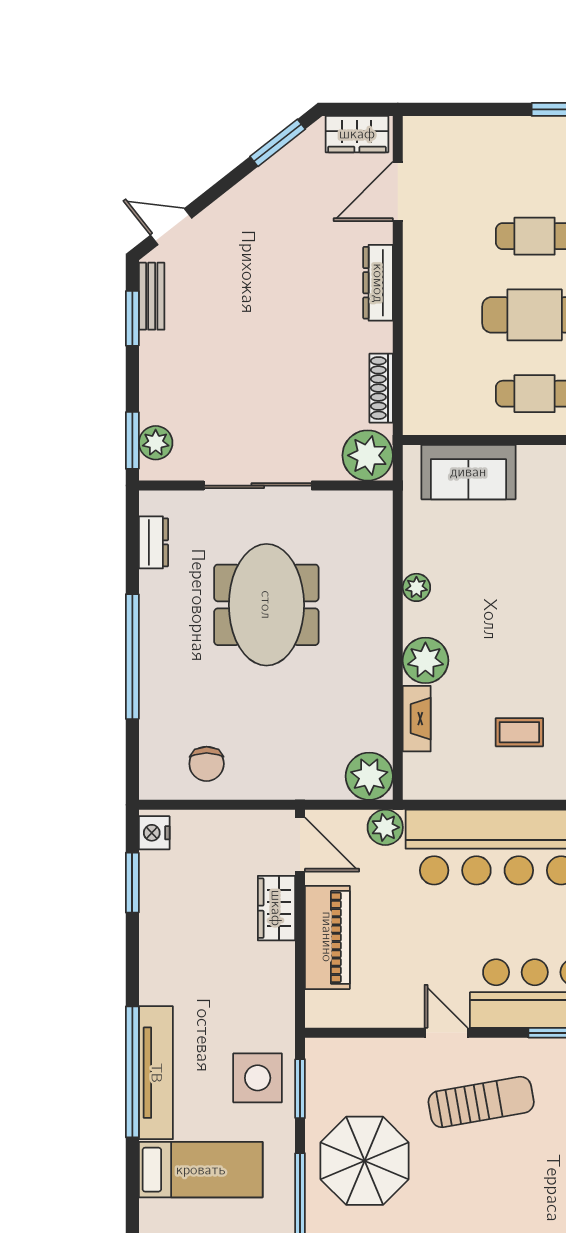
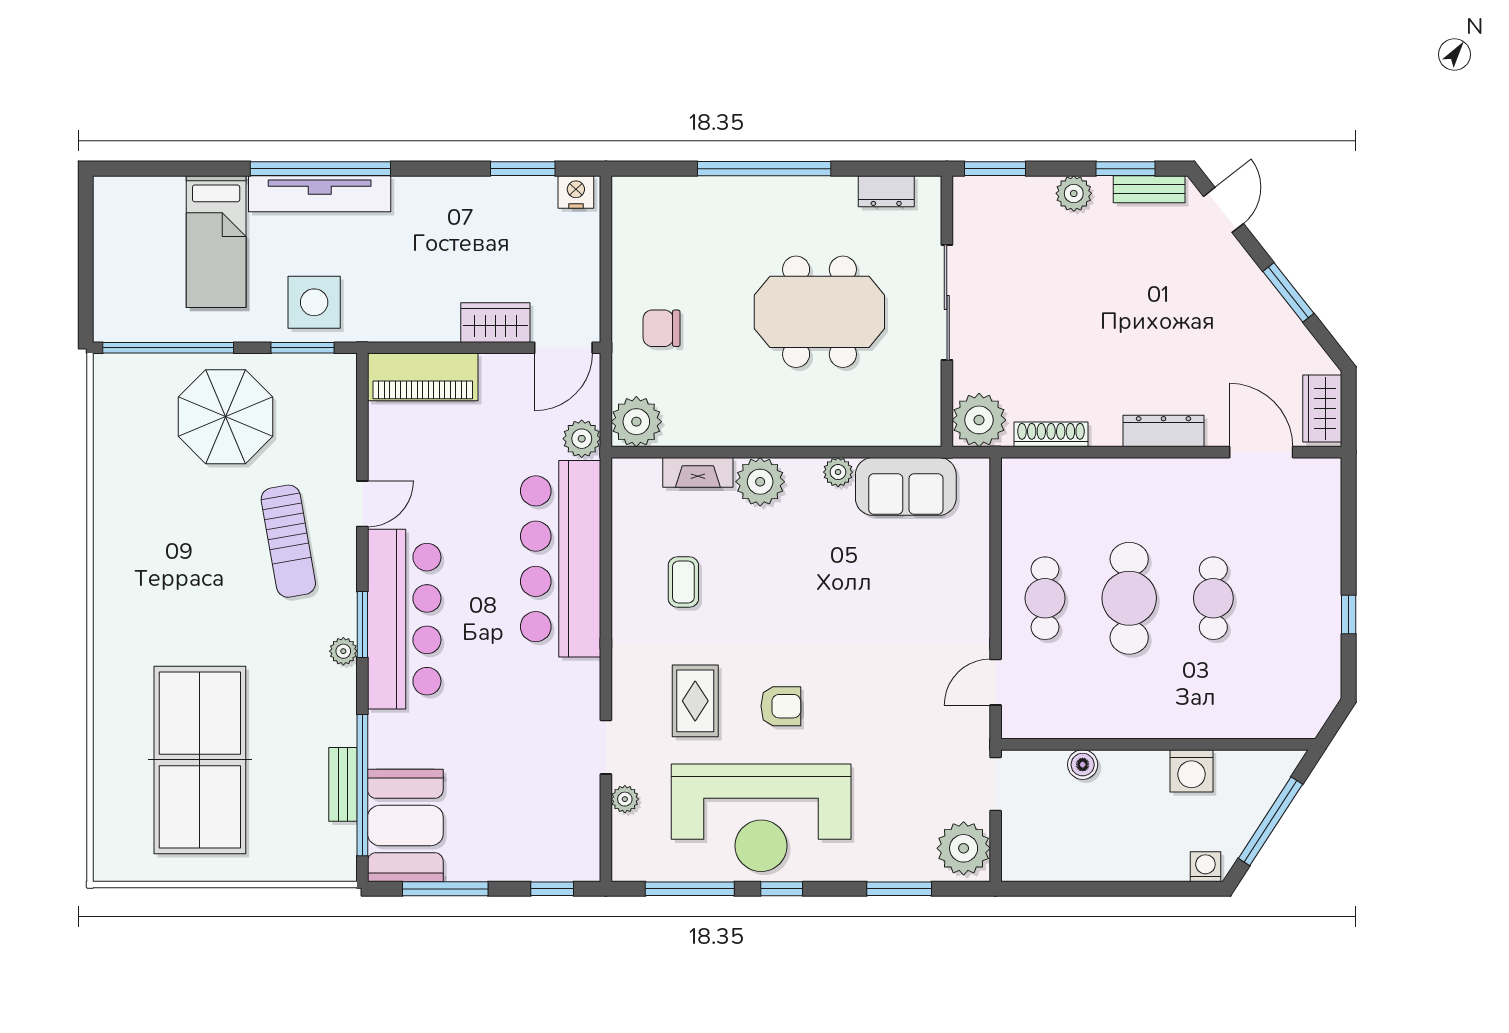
window: (278, 143) -> (1288, 292), moved
plant: (156, 443) -> (1074, 193), moved
sofa: (468, 472) -> (906, 486), moved, turned -90
chair: (207, 764) -> (662, 328), moved
piano: (327, 937) -> (423, 377), moved

